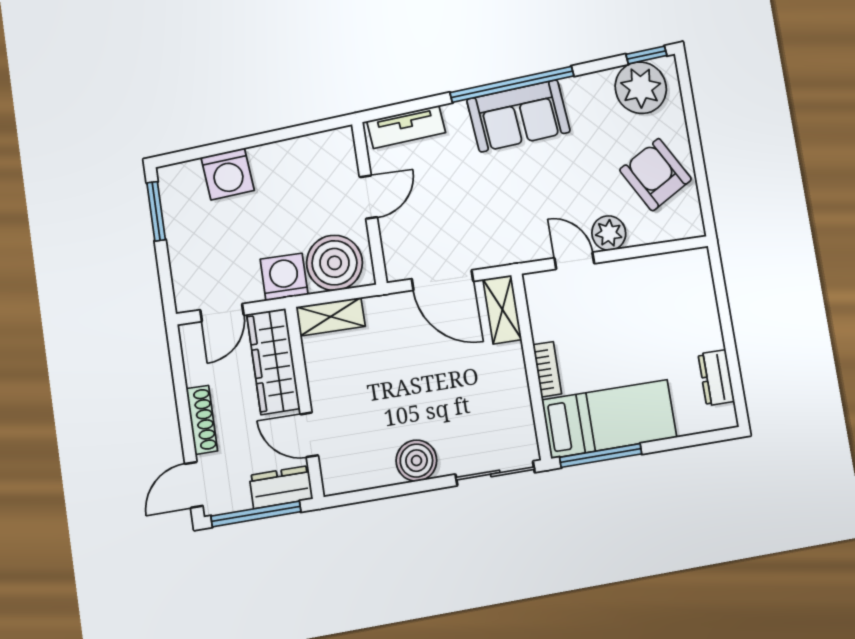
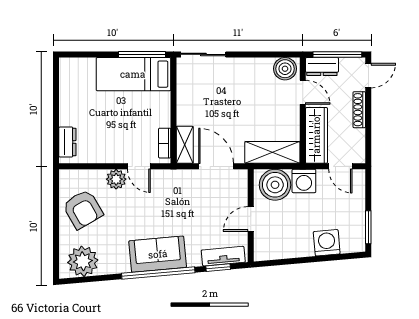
window: (646, 55) -> (218, 268), moved
door: (222, 313) -> (340, 166), swing flipped
shelving: (331, 317) -> (272, 152), width x1.50, depth x1.33
bookcase: (547, 369) -> (165, 143), moved
dresser: (716, 378) -> (67, 142), moved
boiler: (416, 461) -> (285, 69), moved

